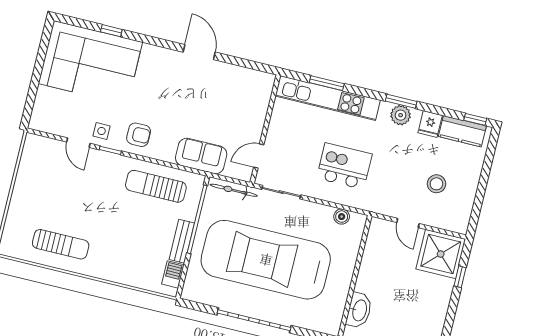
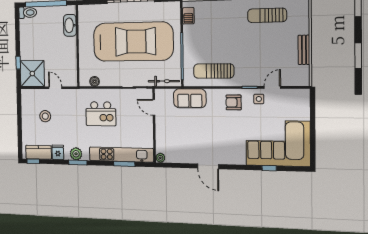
plant: (268, 80) -> (160, 158), added
door: (78, 143) -> (272, 87), hinge flipped
door: (259, 156) -> (154, 107), swing flipped
sun lounger: (156, 186) -> (214, 71), turned 180
bench: (182, 241) -> (304, 50), moved

